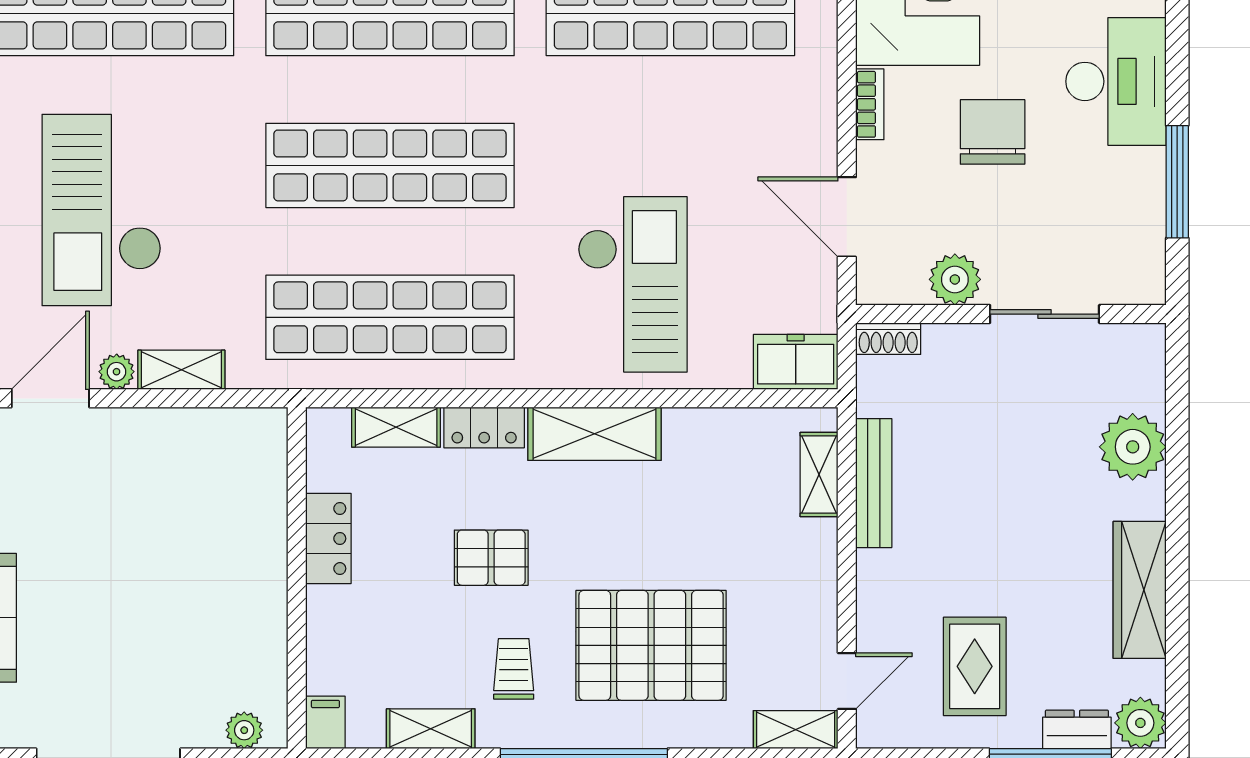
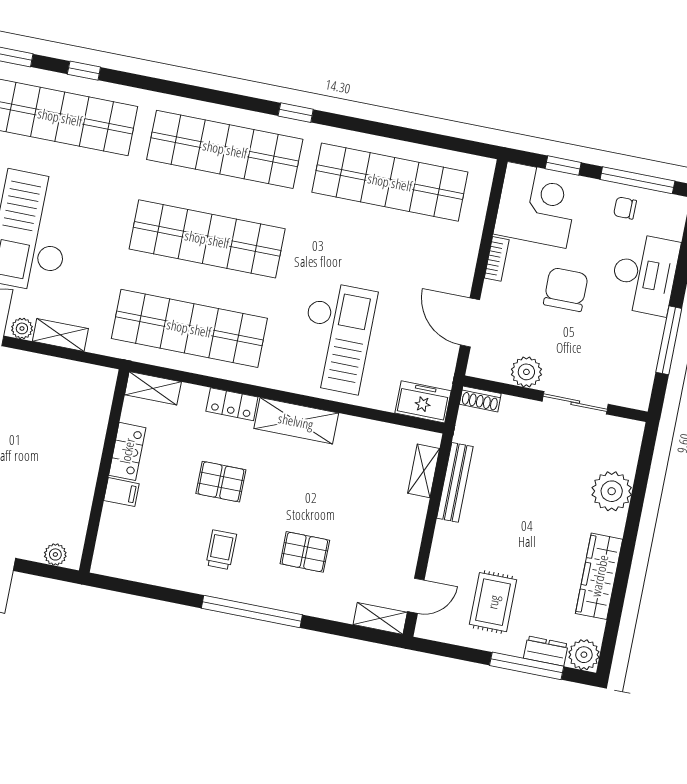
shelving: (396, 427) -> (153, 388), moved
pallet: (651, 645) -> (305, 552), width x0.49, depth x0.50
filing cabinet: (325, 722) -> (121, 492), moved, turned 90
shelving: (431, 729) -> (165, 575), removed

